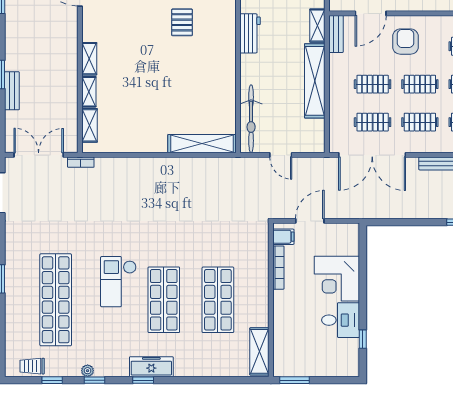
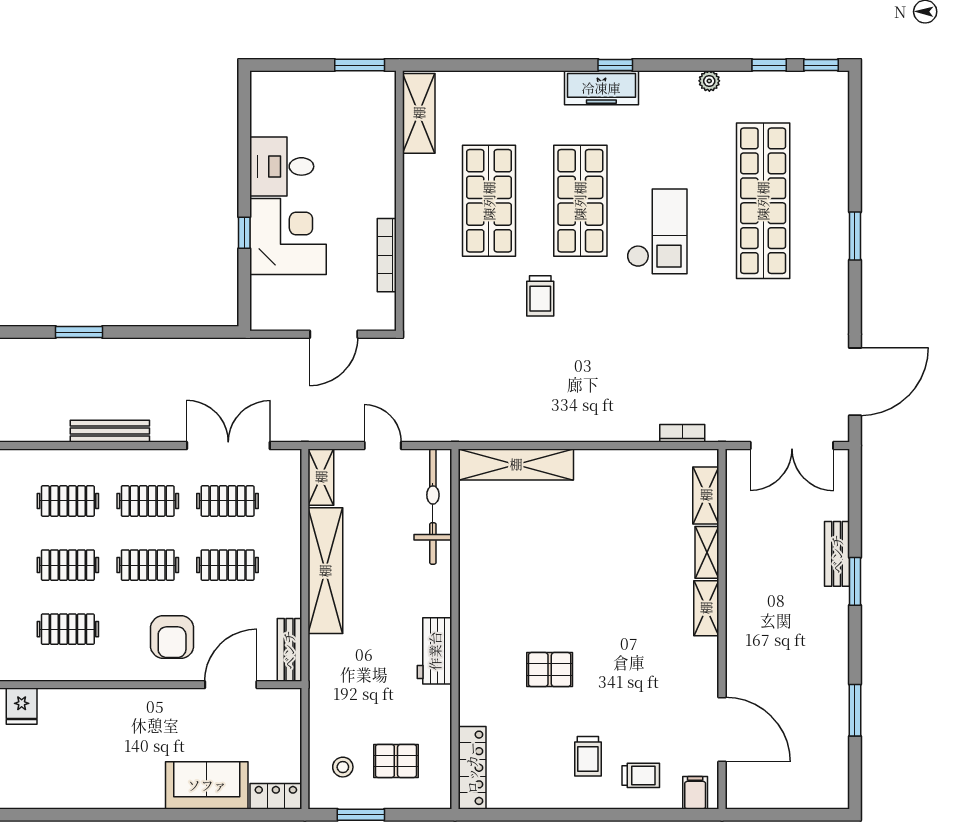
pallet: (182, 22) -> (550, 670), turned 90
shelving: (317, 26) -> (321, 477), moved
double door: (372, 155) -> (228, 445), width x0.73
bookcase: (81, 162) -> (682, 433), moved
filing cabinet: (283, 237) -> (378, 307), removed
window: (363, 339) -> (244, 233), moved
trolley: (32, 366) -> (540, 296), moved, turned 90
window: (95, 380) -> (821, 65), moved

